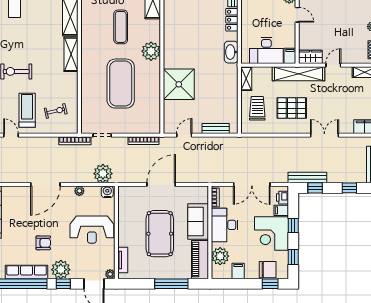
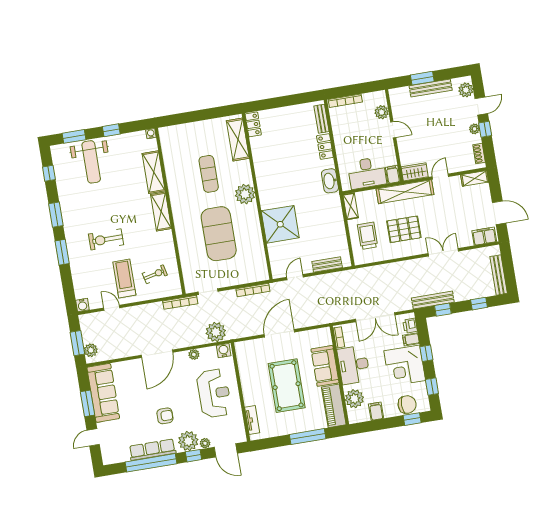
reception desk: (92, 230) -> (214, 393), turned -90
plant: (110, 274) -> (205, 443), moved

